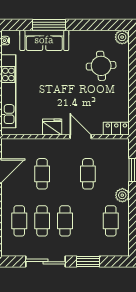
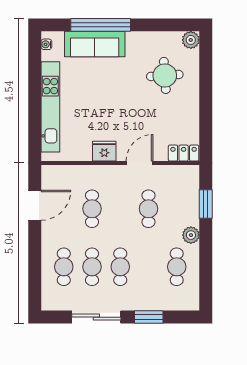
window: (49, 25) -> (101, 25), width x1.46
door: (81, 137) -> (140, 163), hinge flipped

